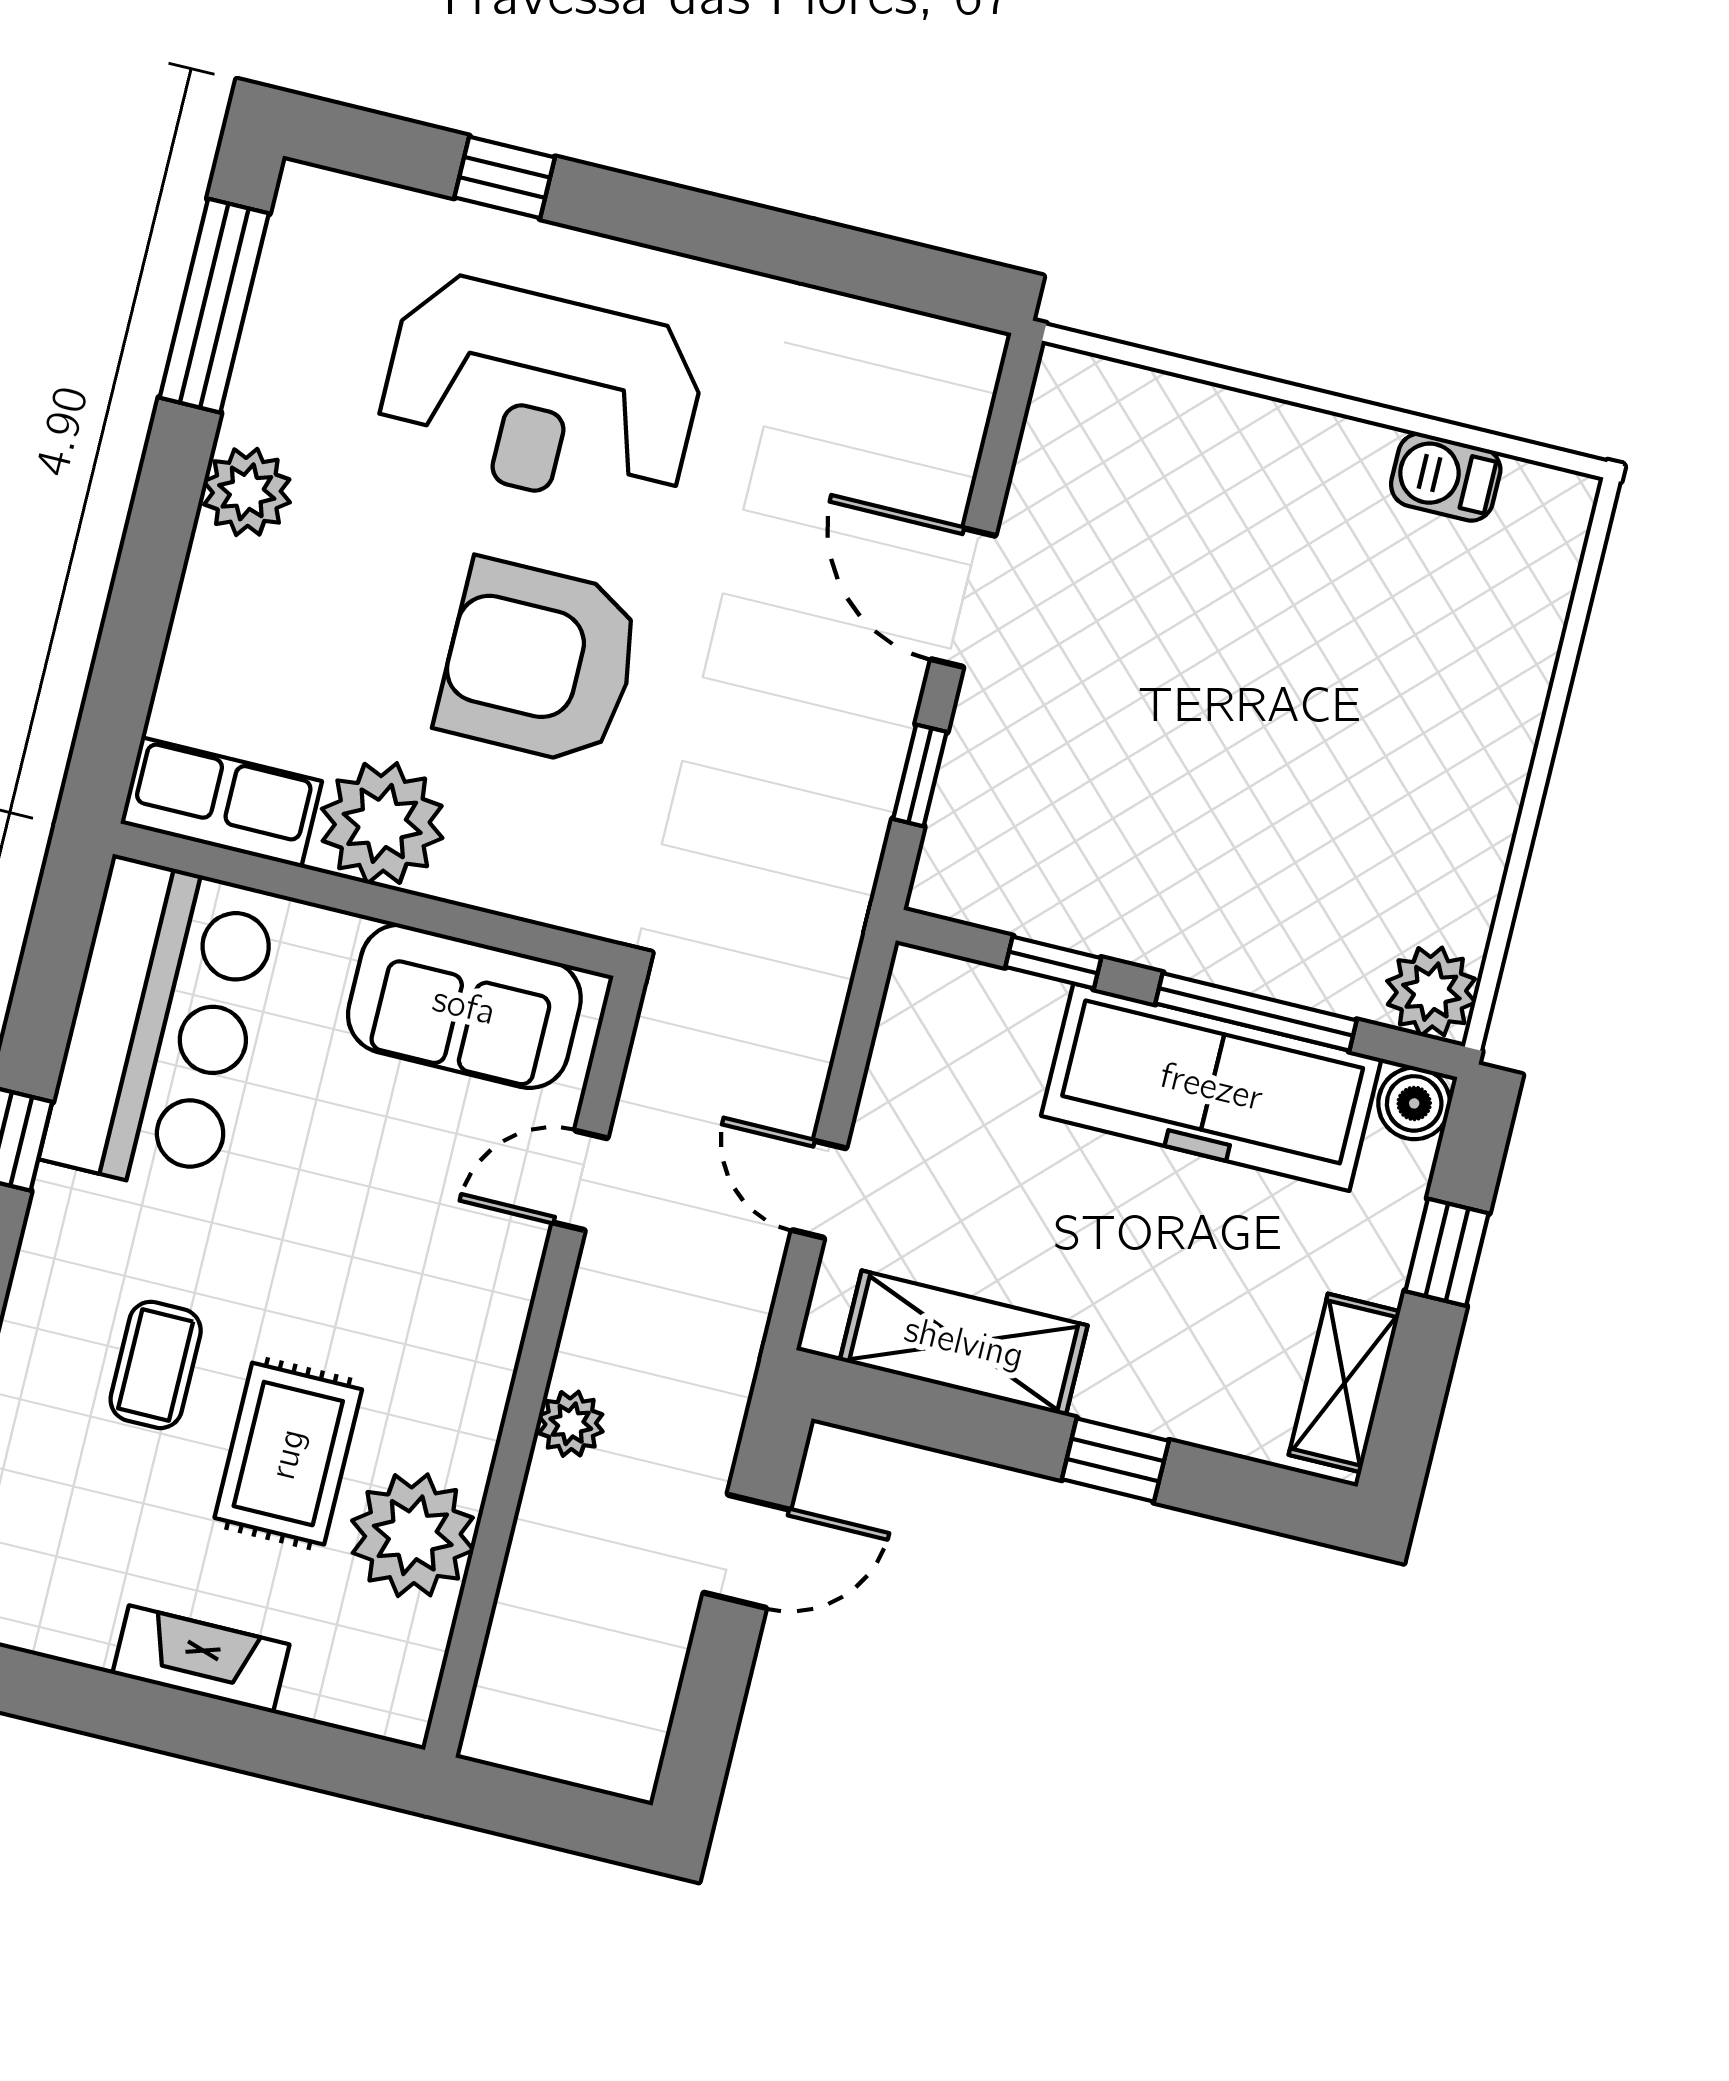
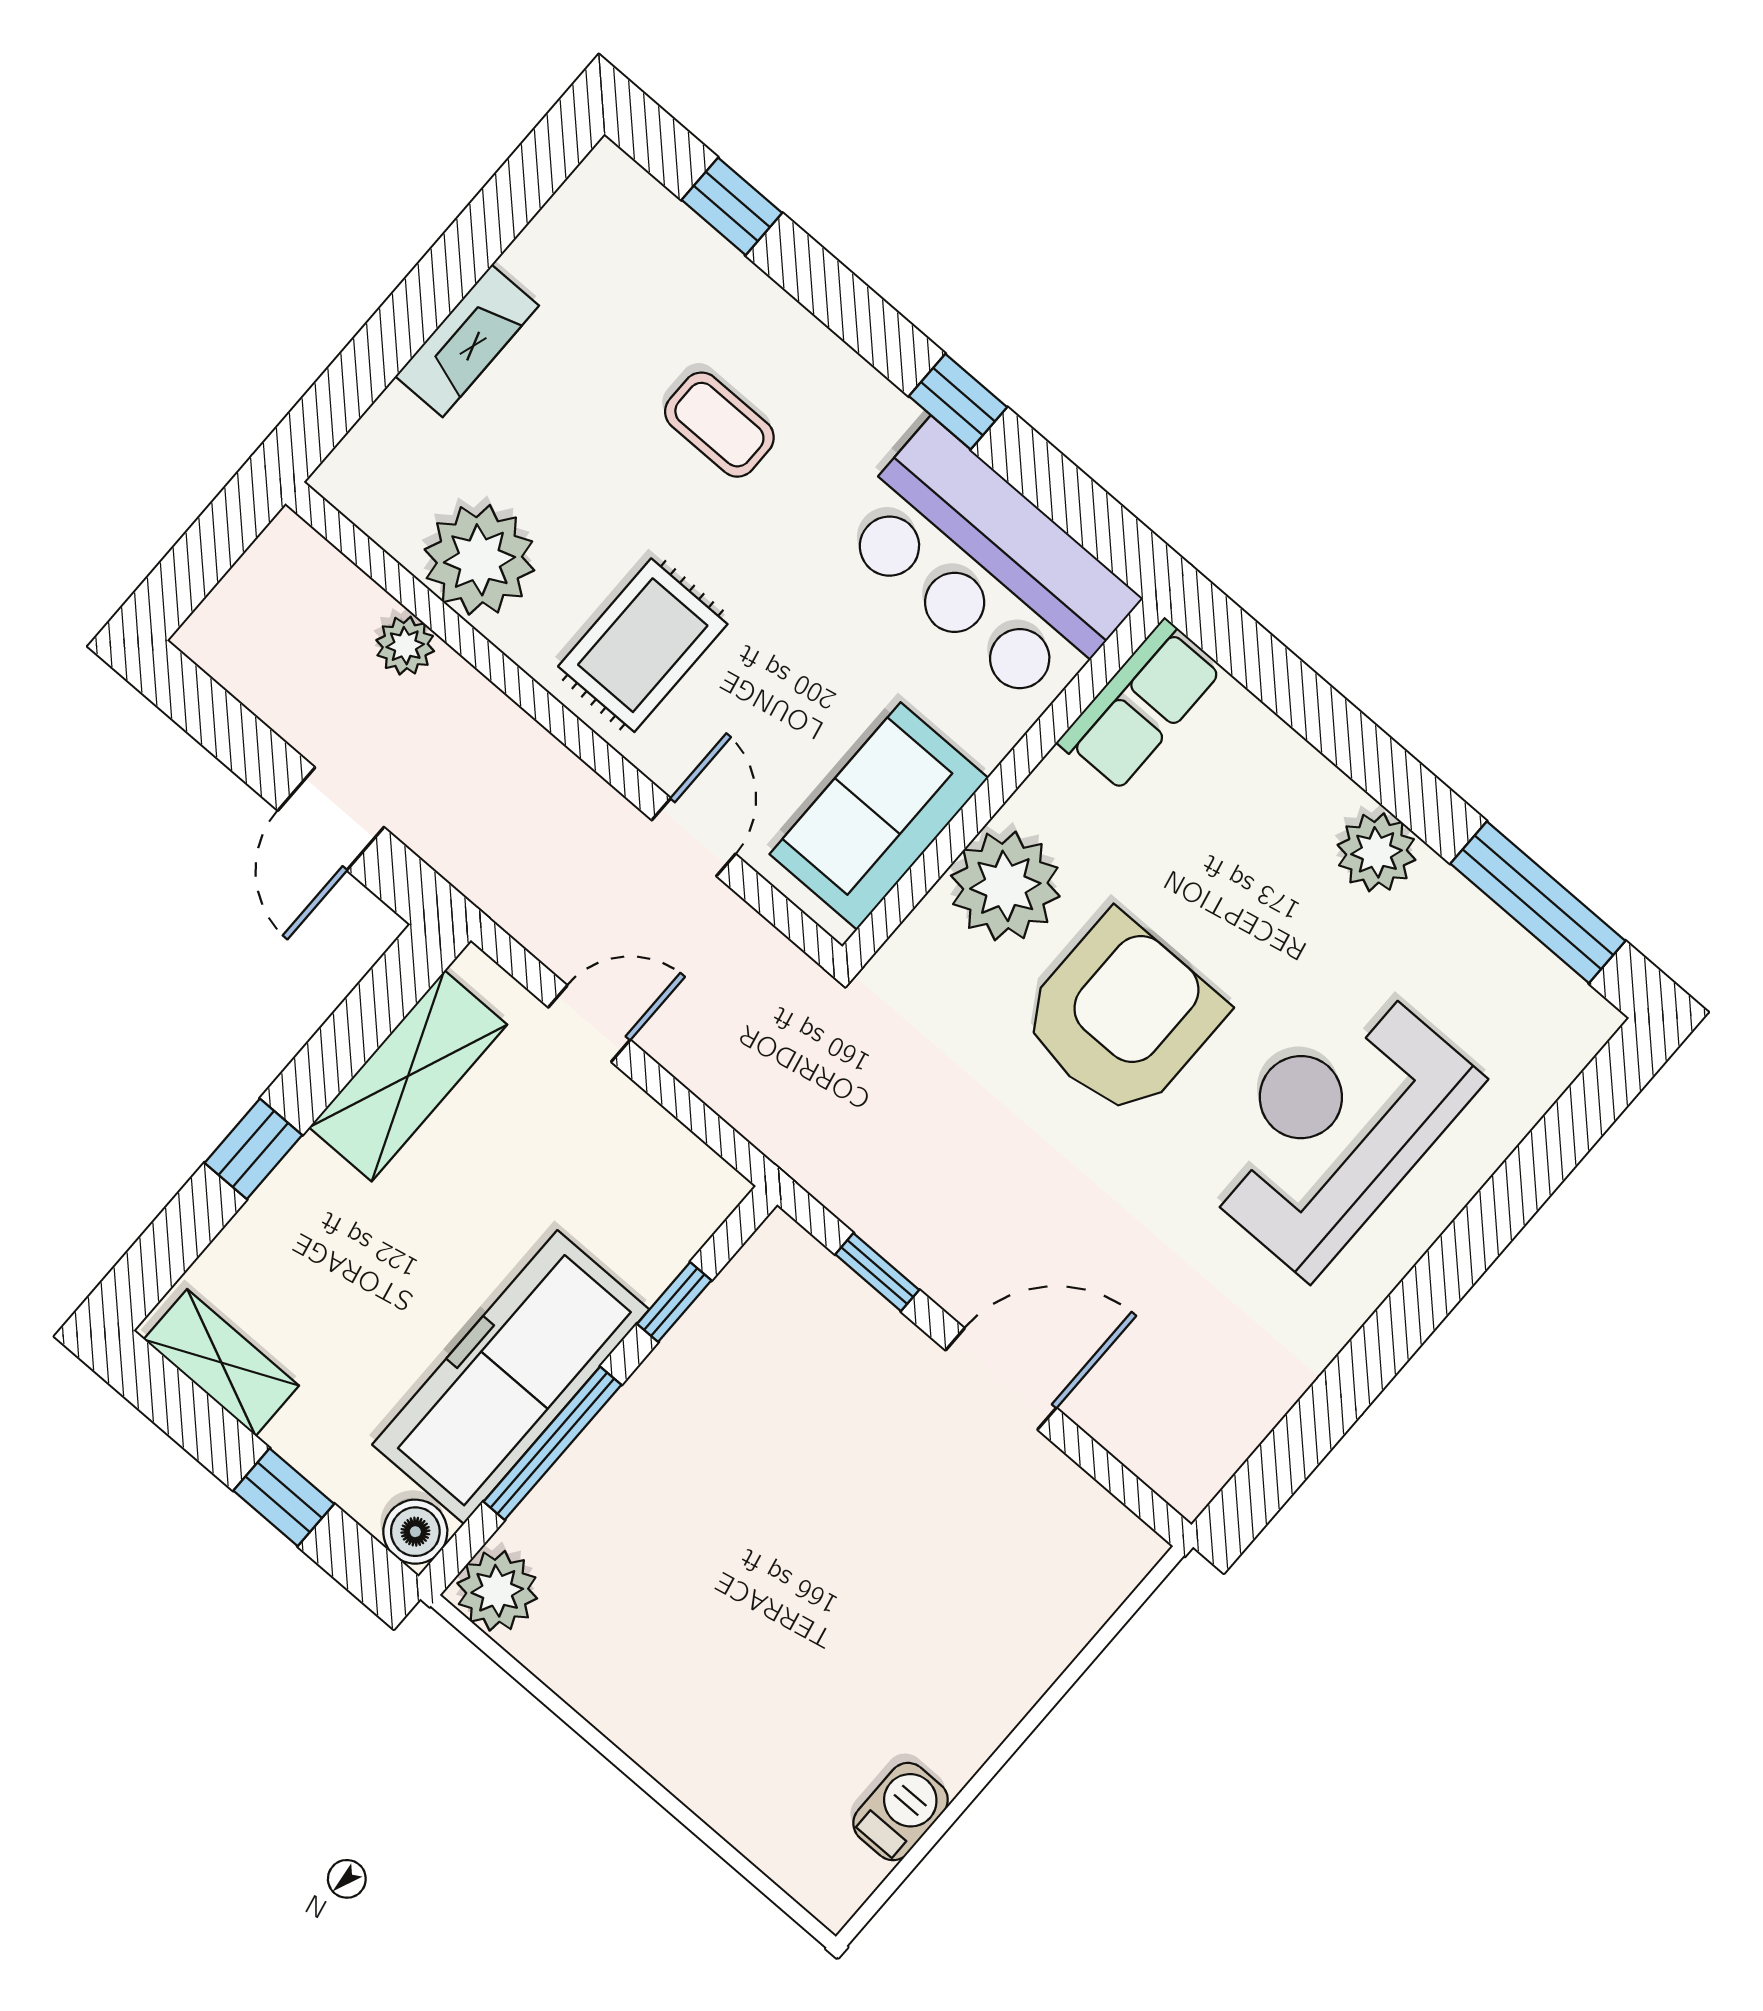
window: (505, 177) -> (1522, 1185), removed
plant: (382, 823) -> (1005, 886), moved
plant: (571, 1424) -> (405, 646), moved
rug: (288, 1454) -> (643, 645), moved, turned 90

